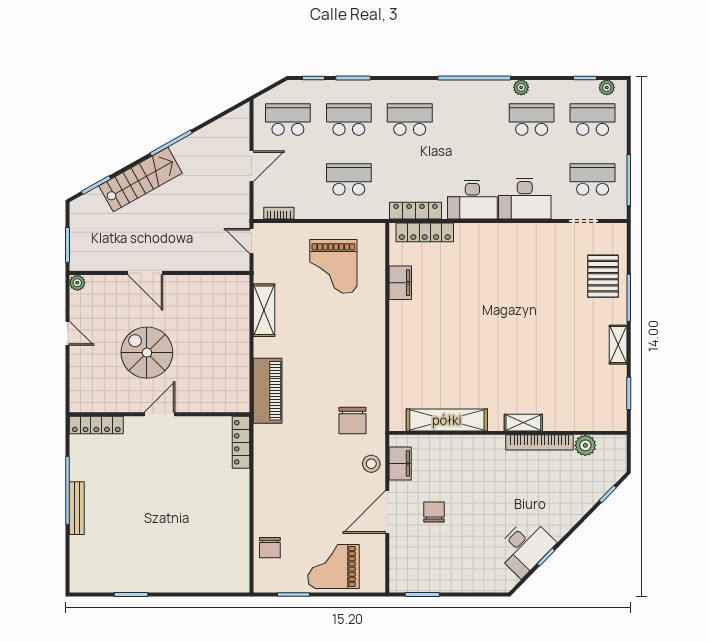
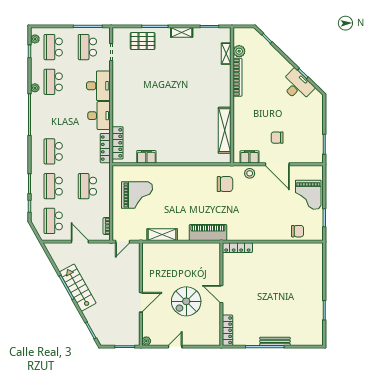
stairs: (141, 179) -> (78, 288), moved
shelving: (523, 423) -> (226, 54), moved

